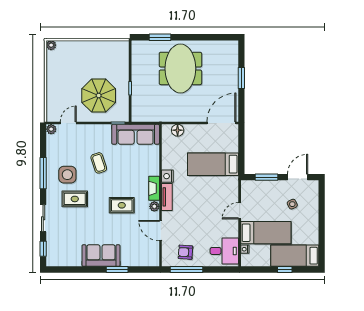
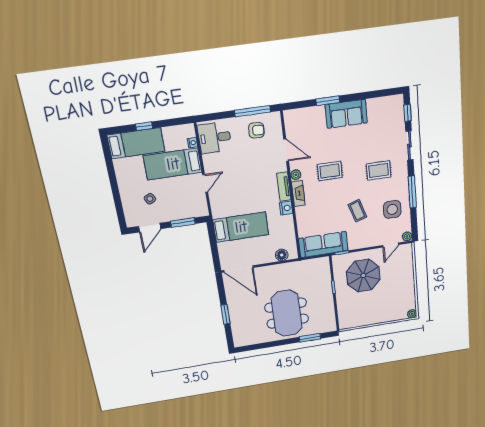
door: (221, 123) -> (238, 269), hinge flipped
side table: (67, 175) -> (392, 209), moved

